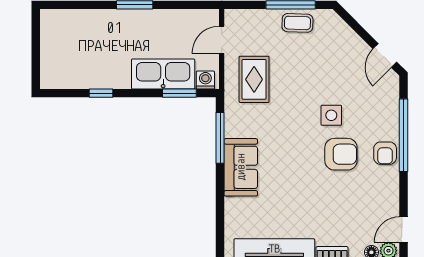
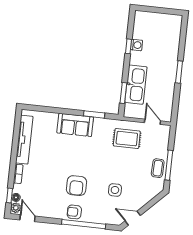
washing machine: (205, 80) -> (137, 45), moved
side table: (331, 115) -> (115, 190), moved
window: (220, 138) -> (94, 114), width x0.69

